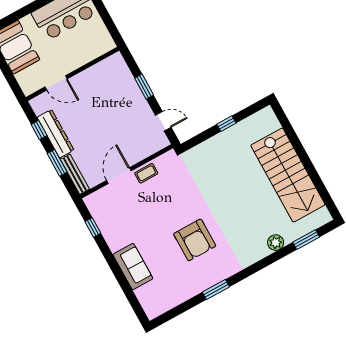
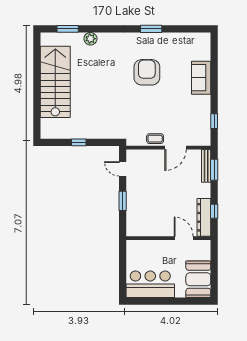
dresser: (56, 134) -> (204, 217), moved
window: (57, 163) -> (214, 170), moved

